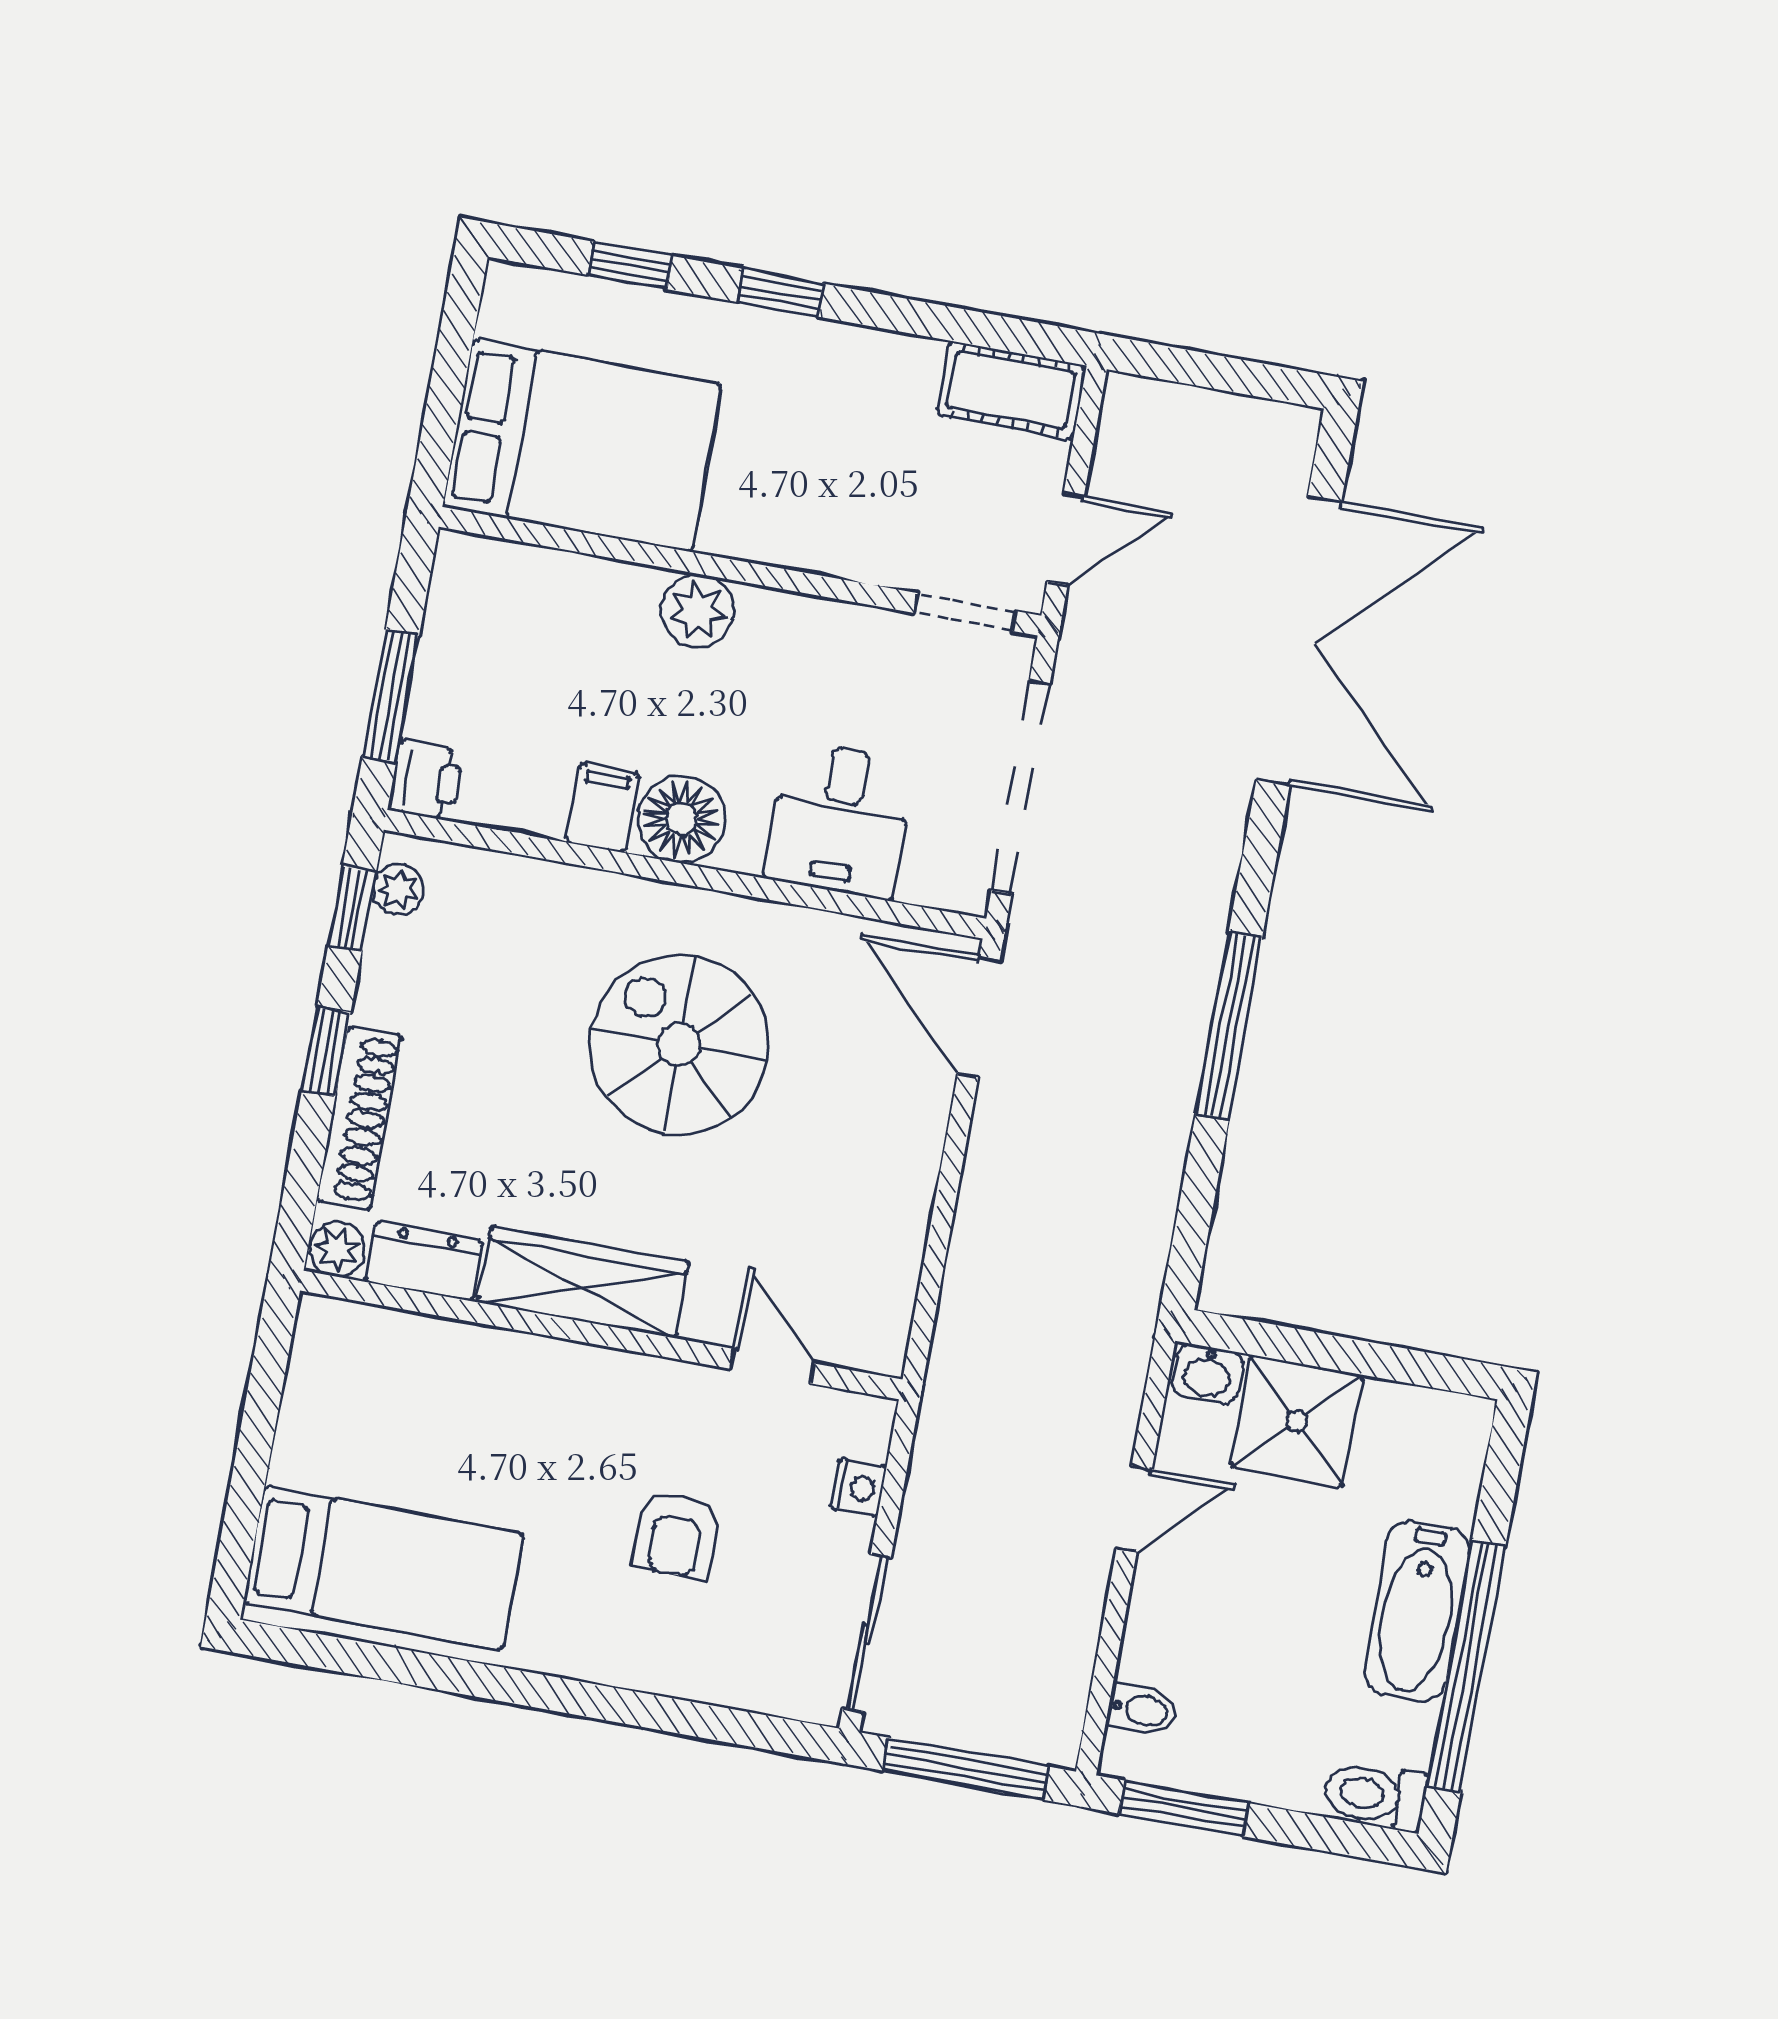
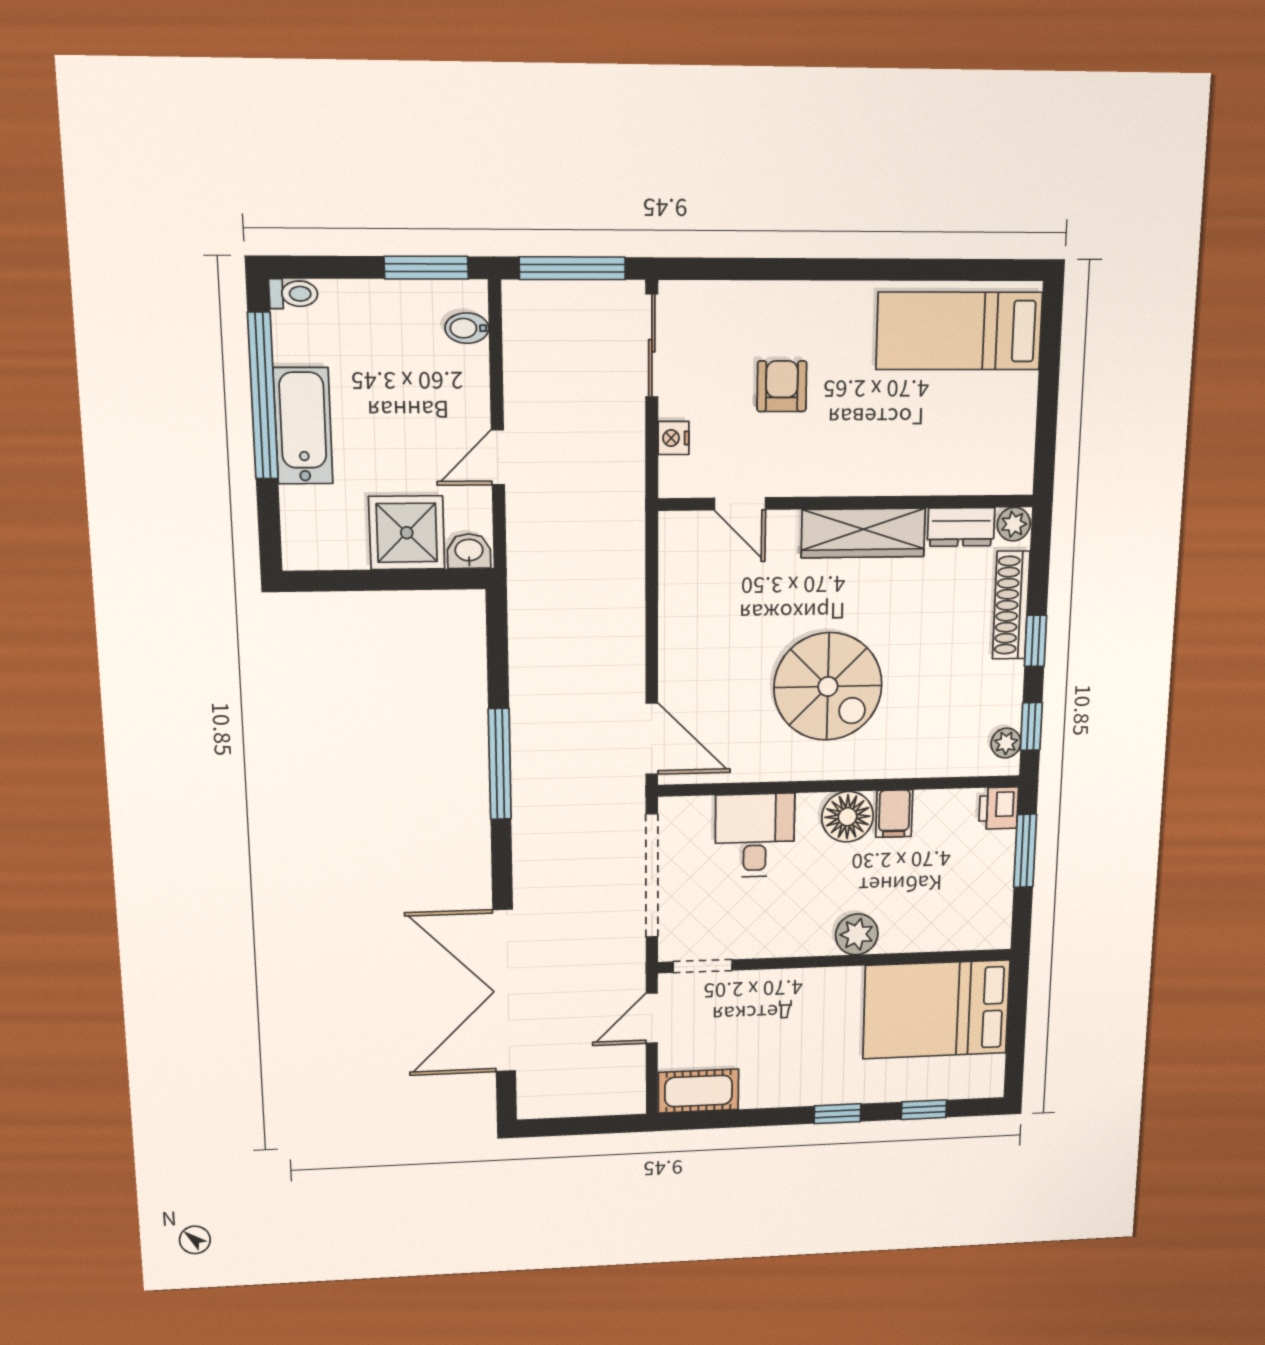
toilet: (1375, 1795) -> (293, 294), width x0.73, depth x0.72

